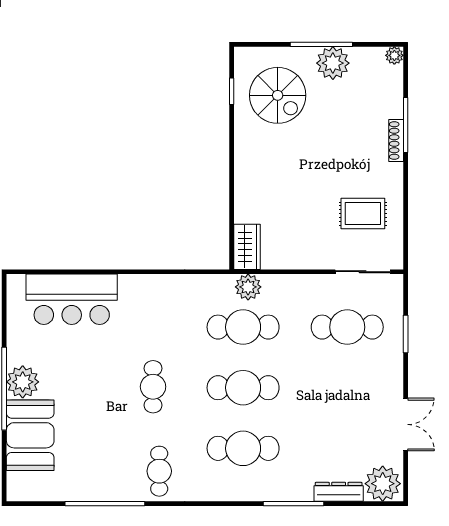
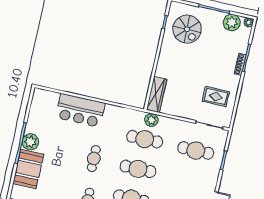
plant: (333, 63) -> (232, 23), moved
wardrobe: (247, 247) -> (157, 95), width x1.50
bar counter: (72, 299) -> (80, 110), moved

